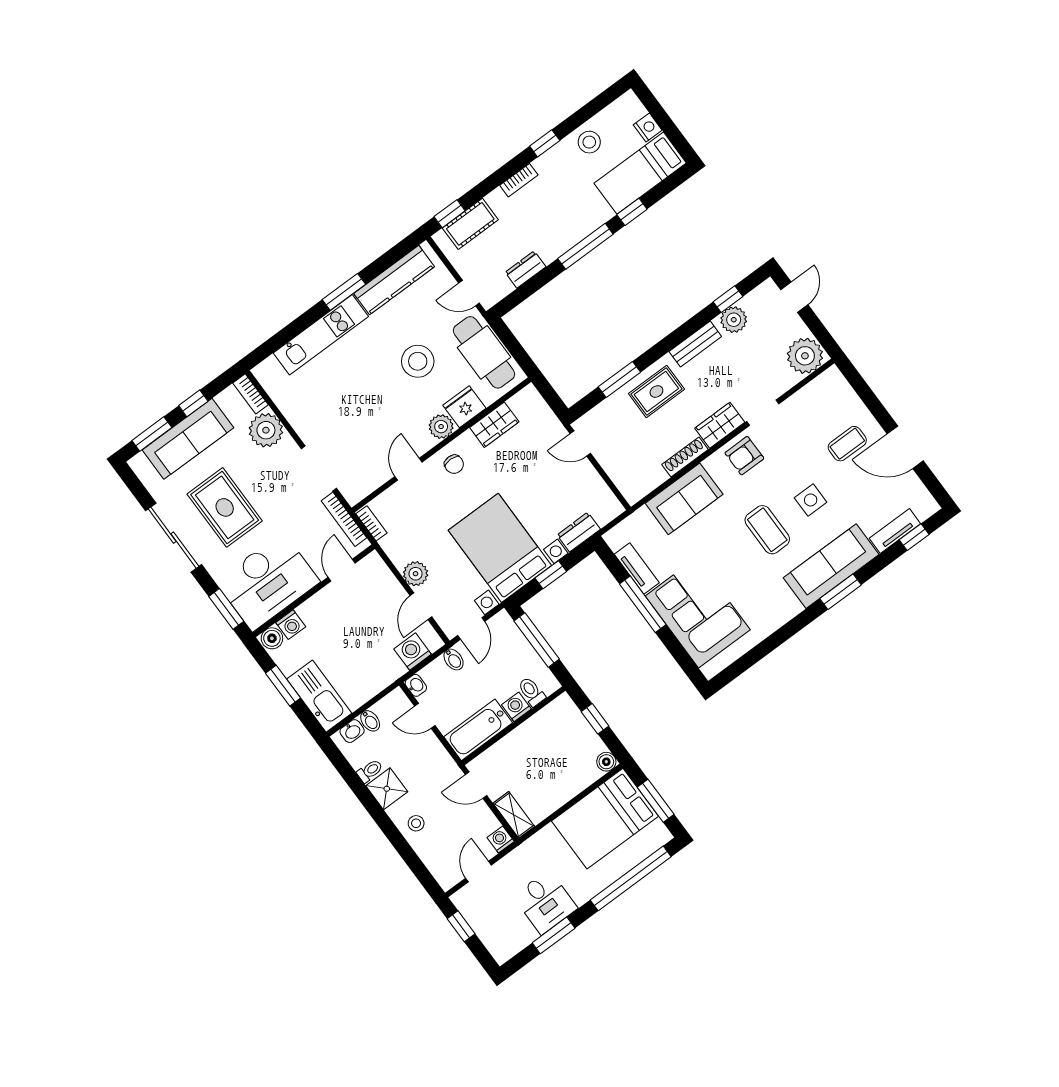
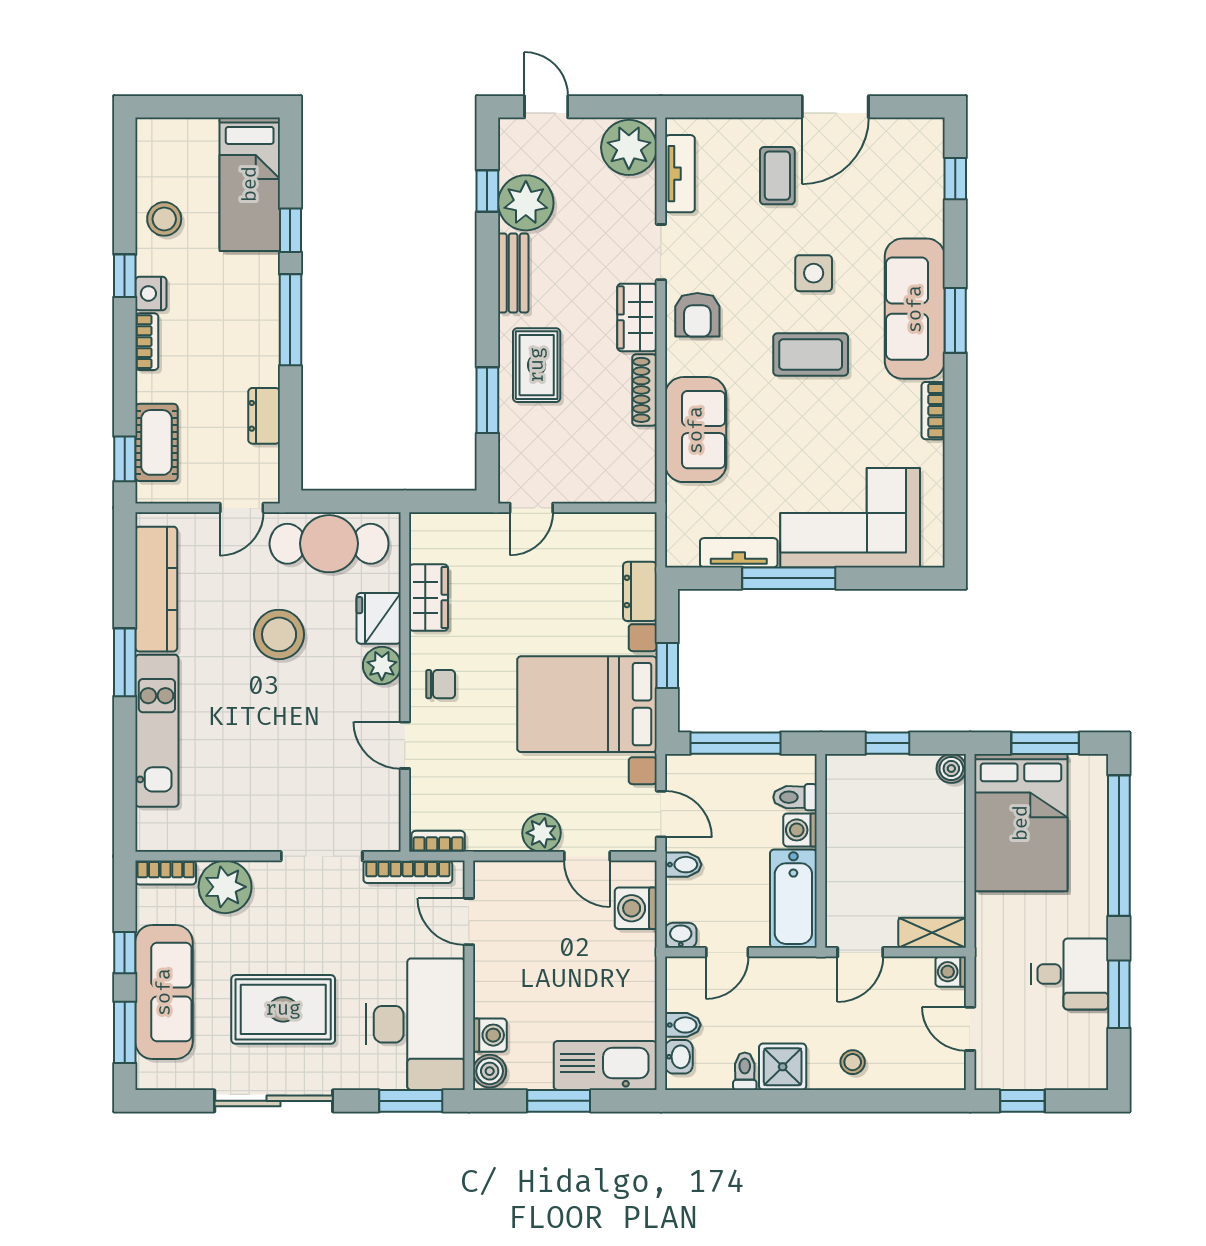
nightstand: (648, 128) -> (151, 293), moved, turned -90
plant: (734, 320) -> (526, 203), width x1.36, depth x1.36
tv unit: (895, 531) -> (680, 174), moved, turned 180
bookcase: (785, 615) -> (933, 411), added

